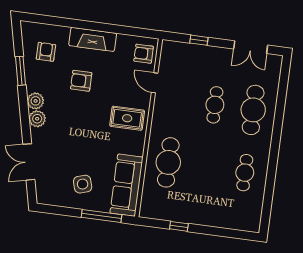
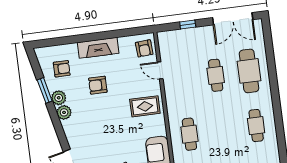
double door: (251, 47) -> (233, 19), width x1.37
armchair: (46, 52) -> (62, 69), turned 90
armchair: (144, 54) -> (144, 48), turned -94
plant: (37, 119) -> (59, 98), moved
cafe table: (168, 162) -> (189, 134), width x0.73, depth x0.74

